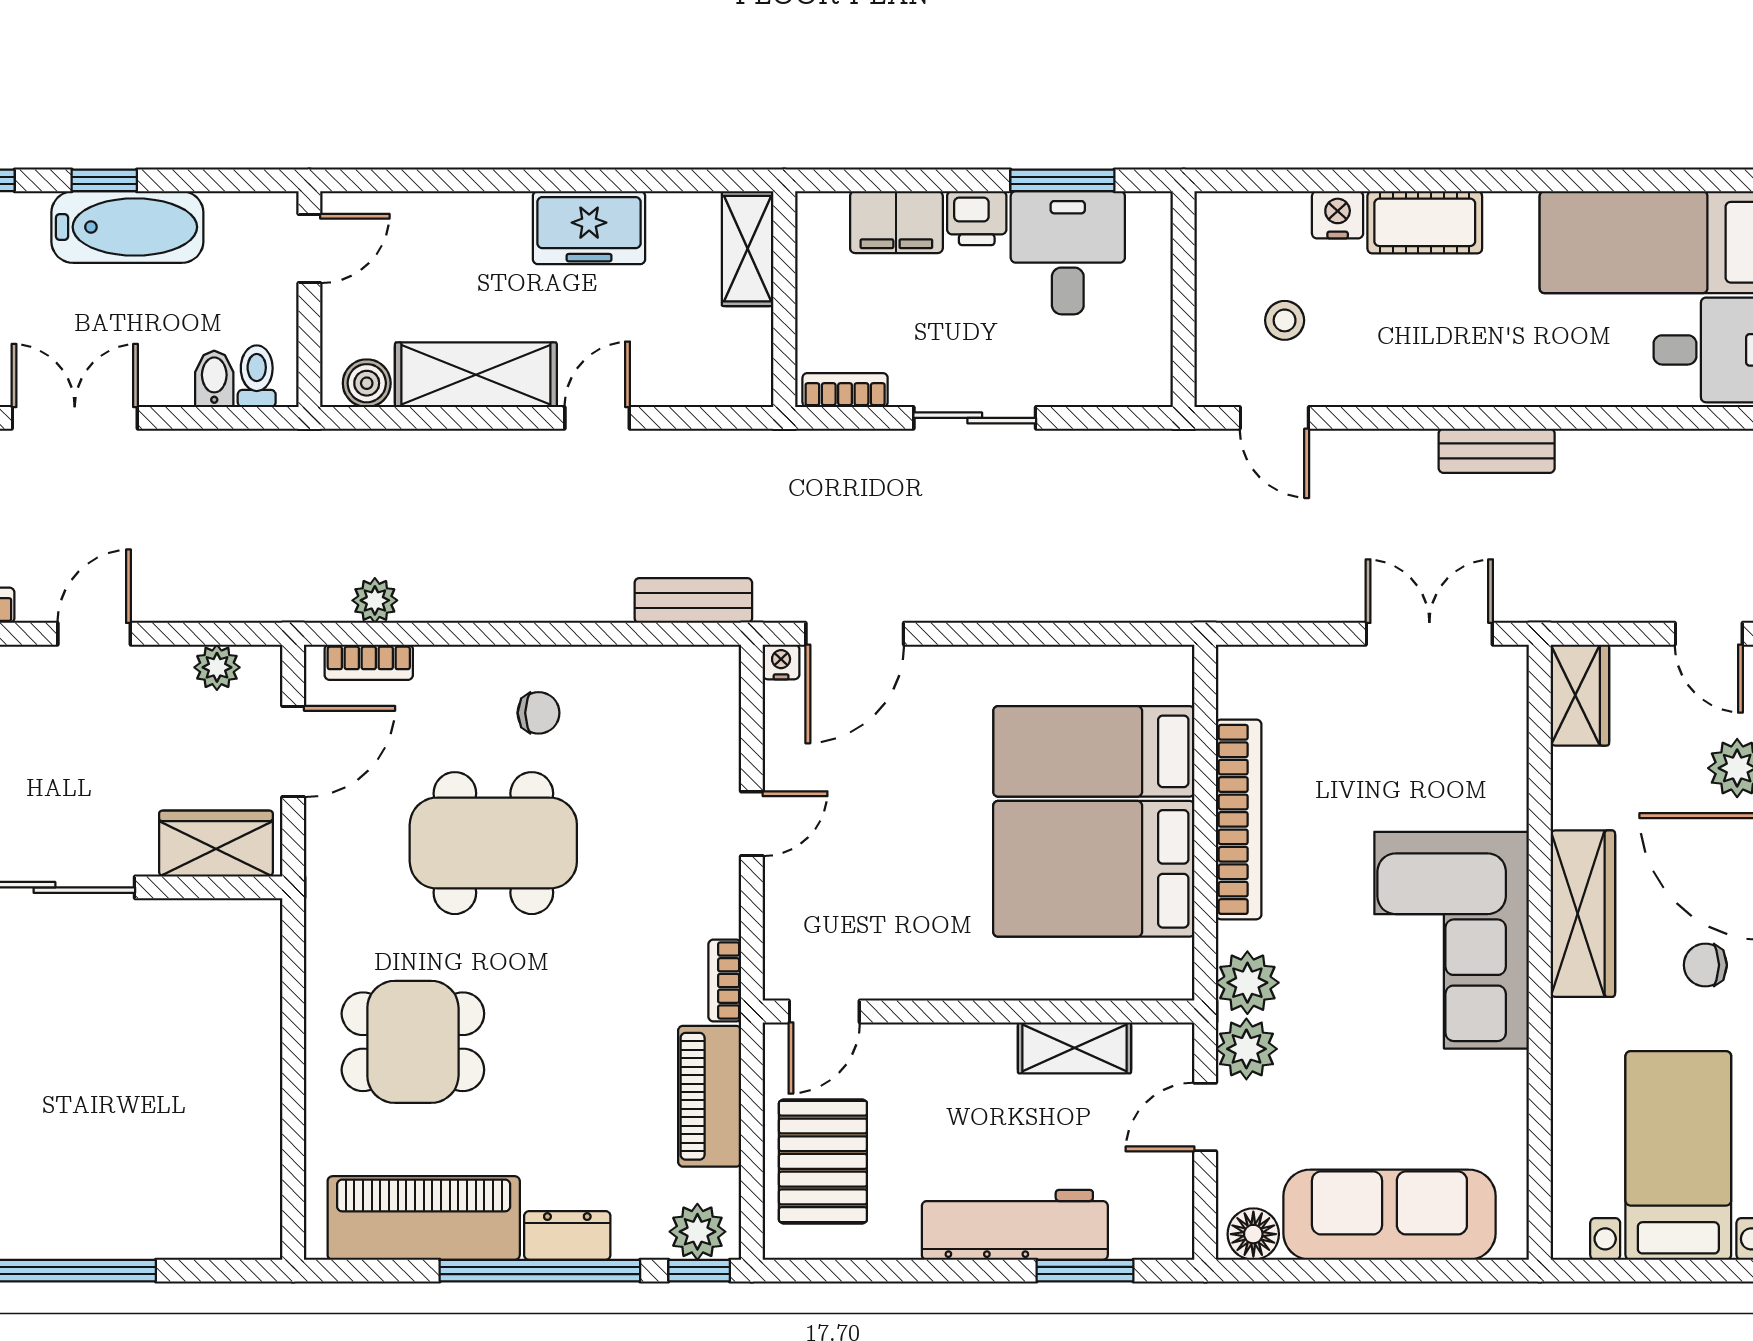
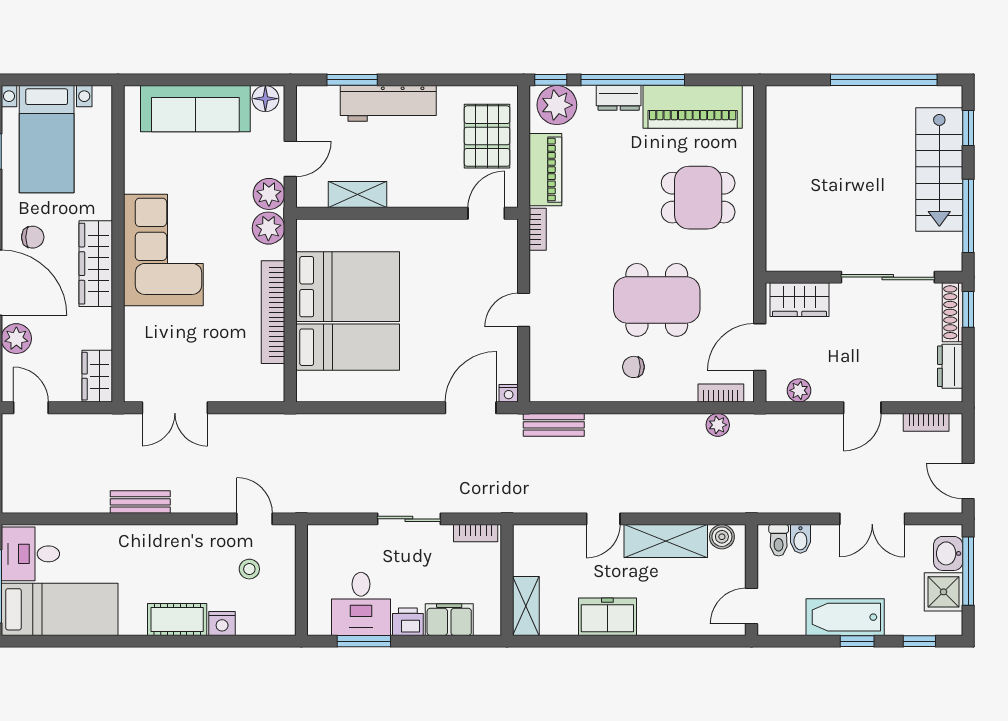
plant: (697, 1232) -> (557, 105), width x1.36, depth x1.36

